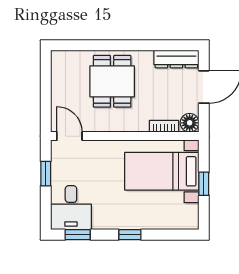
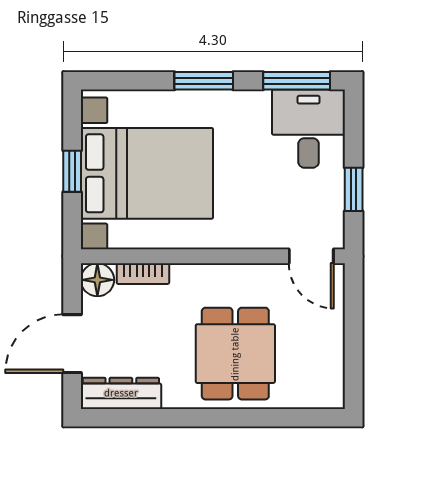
bed with nightstands: (162, 171) -> (147, 173), width x1.36
window: (78, 235) -> (297, 81), width x1.50
window: (130, 235) -> (204, 81), width x1.50

